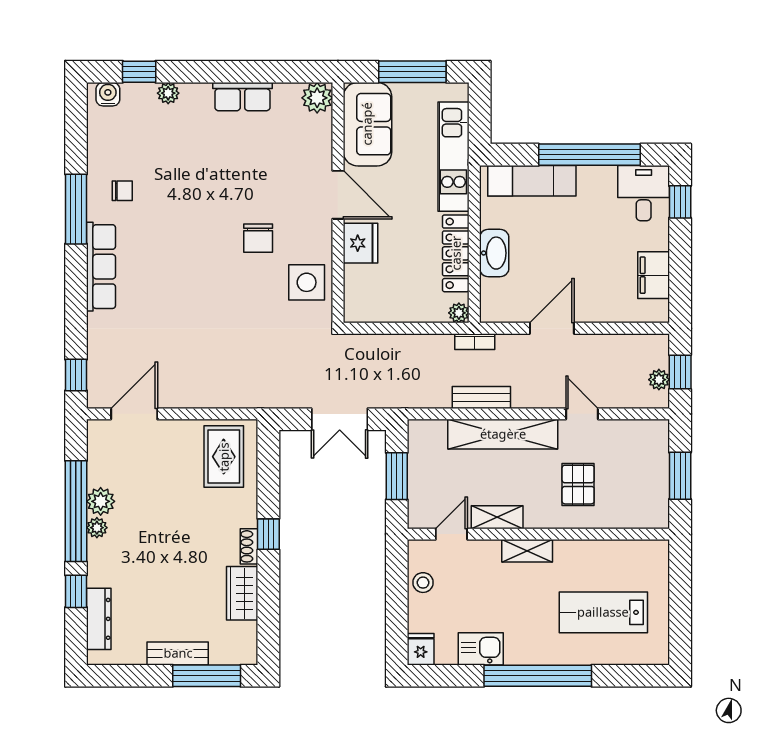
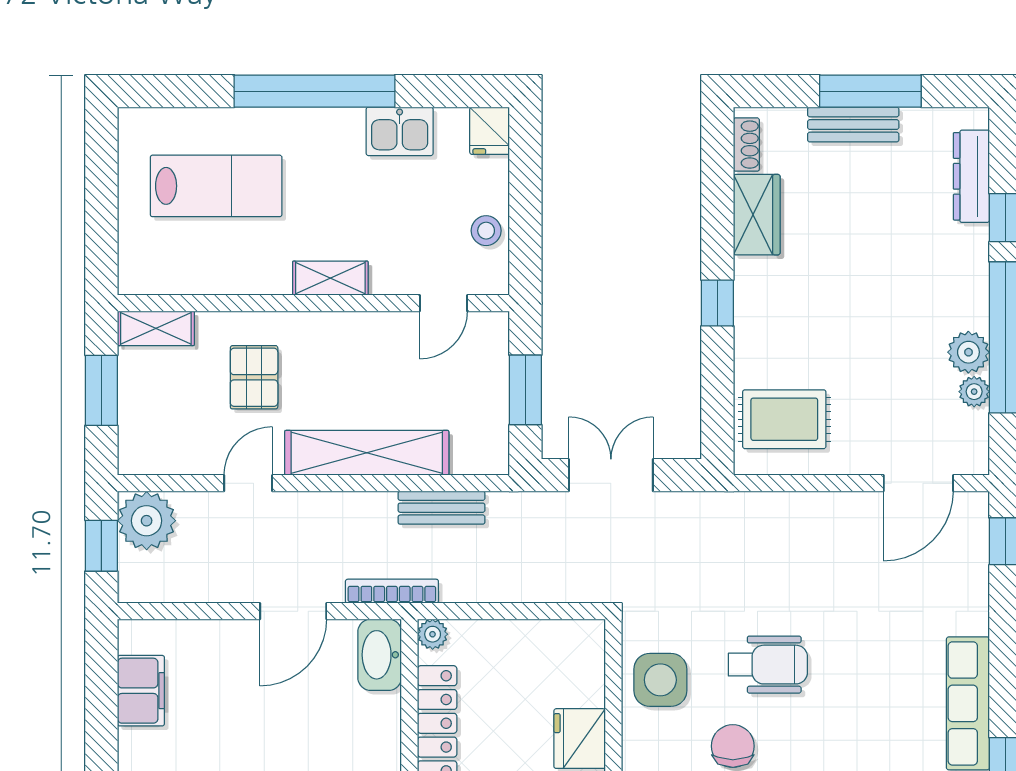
washbasin: (494, 253) -> (380, 655), moved
wheelchair: (235, 293) -> (768, 665), added
bookcase: (475, 342) -> (392, 591), width x1.56
plant: (659, 380) -> (147, 521), width x1.87, depth x1.87
bench: (481, 397) -> (441, 508), moved
door: (582, 414) -> (248, 483), swing flipped
rug: (224, 457) -> (784, 419), turned 90
shelving: (497, 517) -> (156, 328), moved
plant: (97, 528) -> (974, 392), moved
shoe rack: (249, 546) -> (746, 145), moved
window: (207, 676) -> (870, 91), moved

